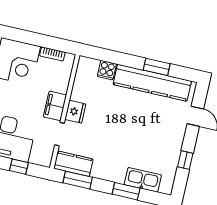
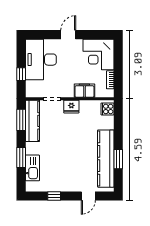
cooker: (107, 70) -> (107, 109), moved
filing cabinet: (55, 106) -> (84, 91), moved
kitchen counter: (73, 164) -> (33, 121), width x1.50

